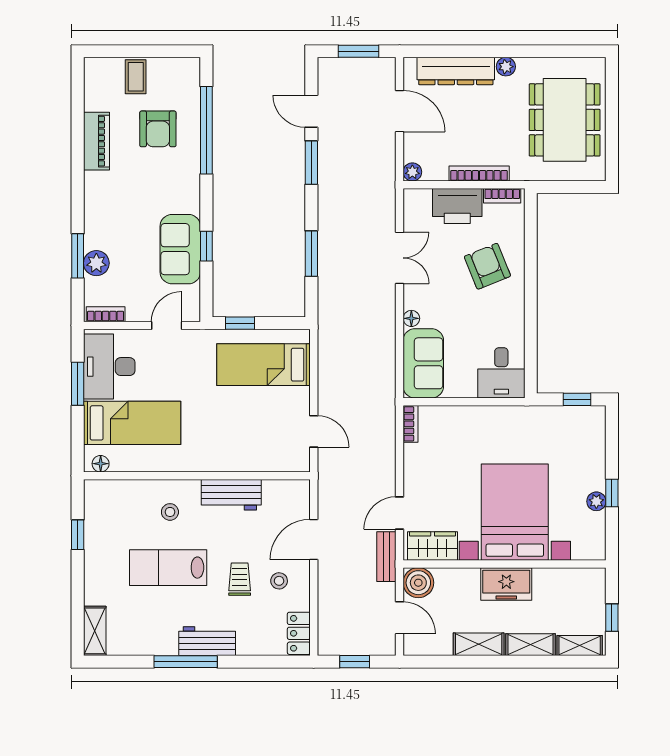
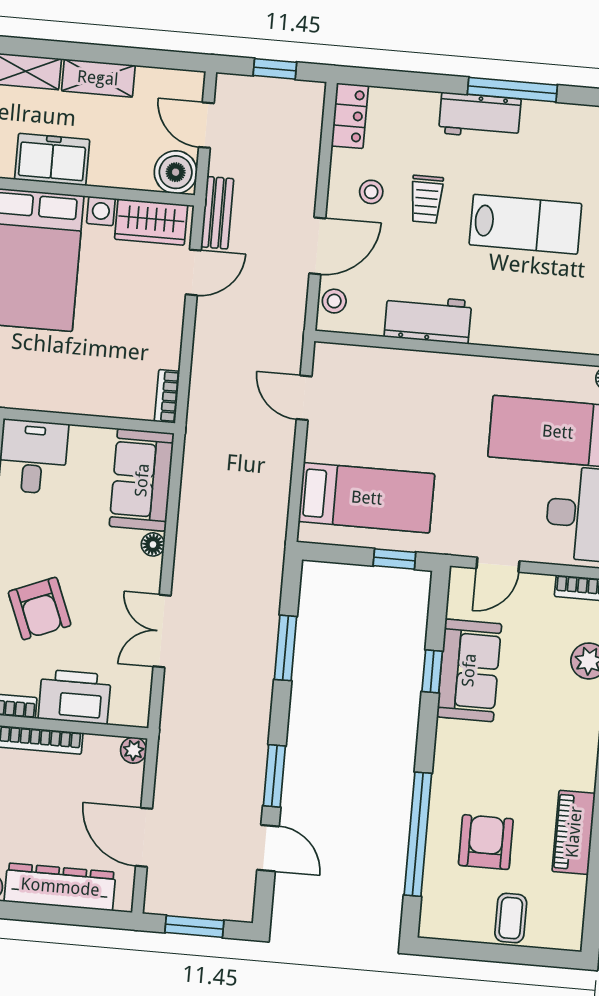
stool: (170, 512) -> (334, 301), moved

